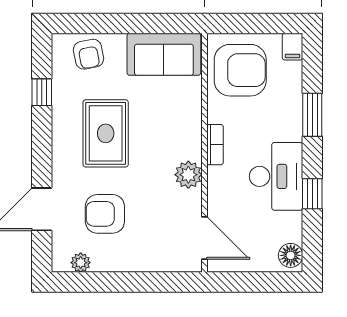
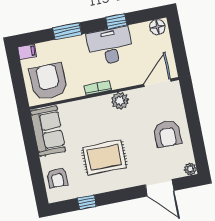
armchair: (88, 54) -> (57, 178), turned 101
armchair: (105, 214) -> (167, 134), moved
plant: (81, 263) -> (190, 169), moved

